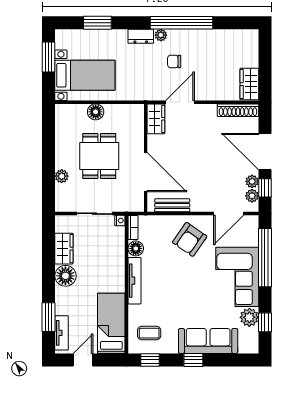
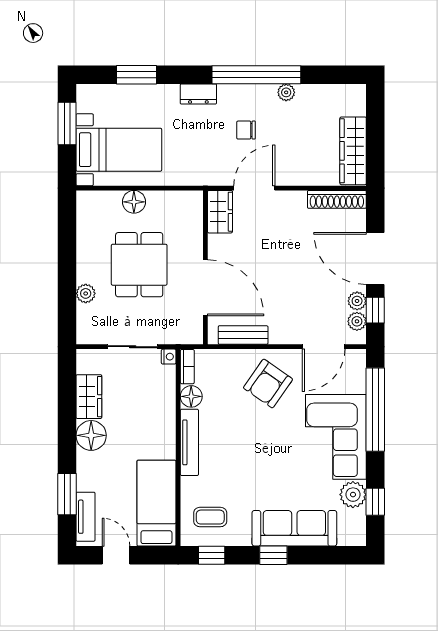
plant: (161, 35) -> (286, 92), moved
wardrobe: (249, 84) -> (353, 151), width x1.50
door: (83, 360) -> (116, 555), hinge flipped

